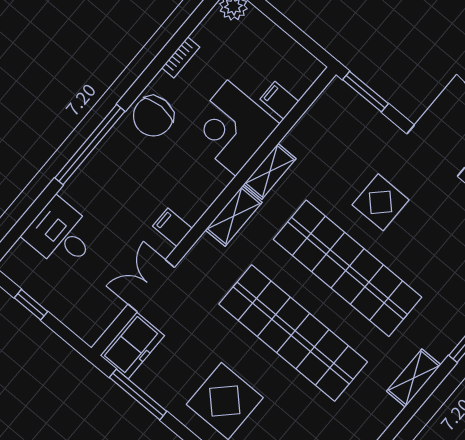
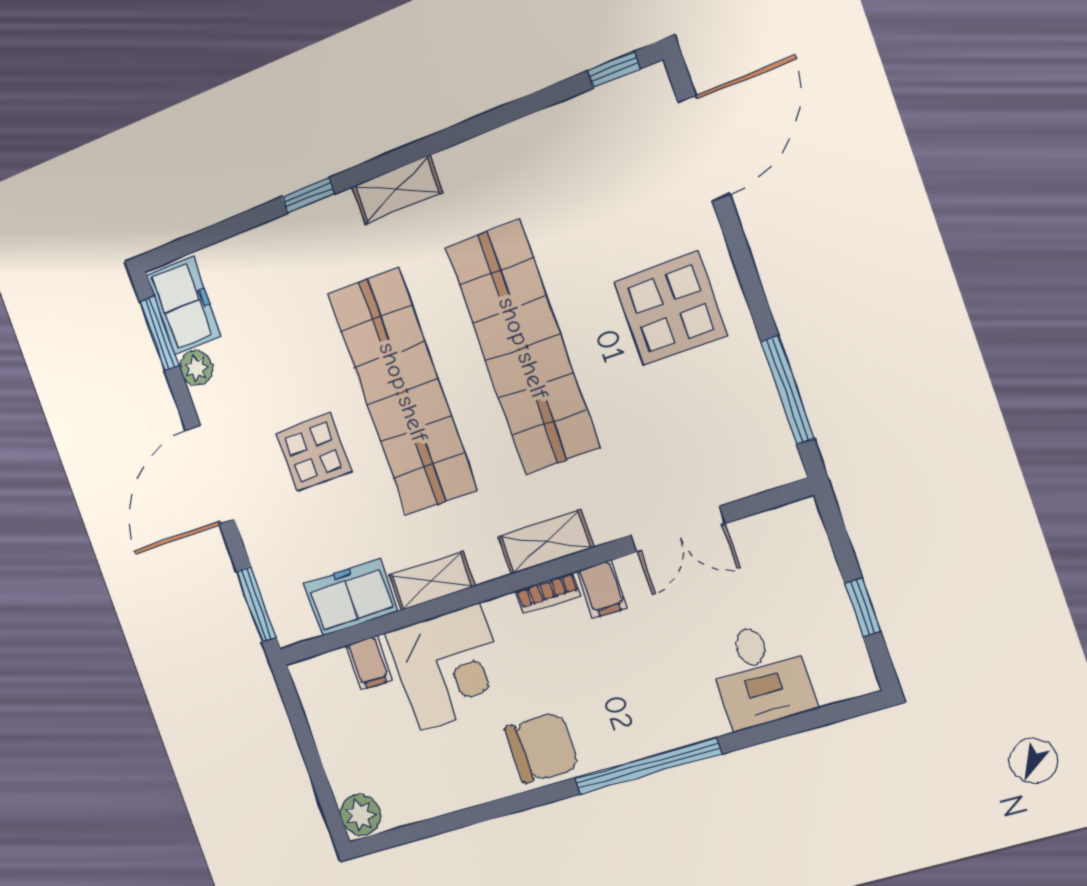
bookcase: (181, 57) -> (548, 594), moved, turned 180
shelving: (234, 216) -> (546, 542), moved
freezer: (132, 345) -> (351, 597), moved

